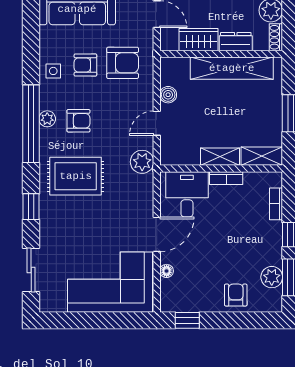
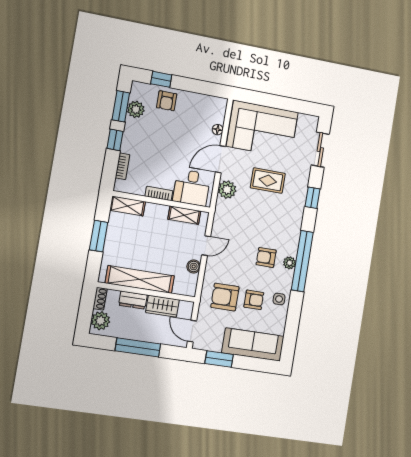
shelving: (220, 157) -> (184, 215), moved
plant: (142, 162) -> (227, 190), moved
rug: (76, 176) -> (268, 181), moved, width x0.73, depth x0.70
window: (187, 320) -> (161, 79), moved

